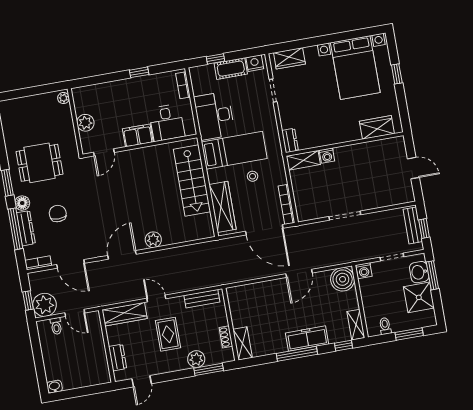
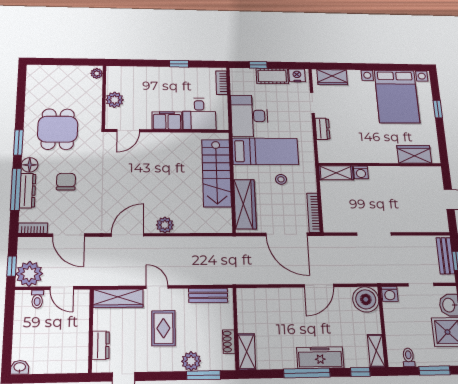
dresser: (290, 140) -> (322, 129), moved
dining table: (40, 163) -> (58, 129), turned 90

